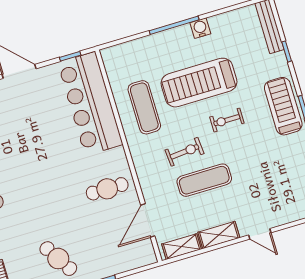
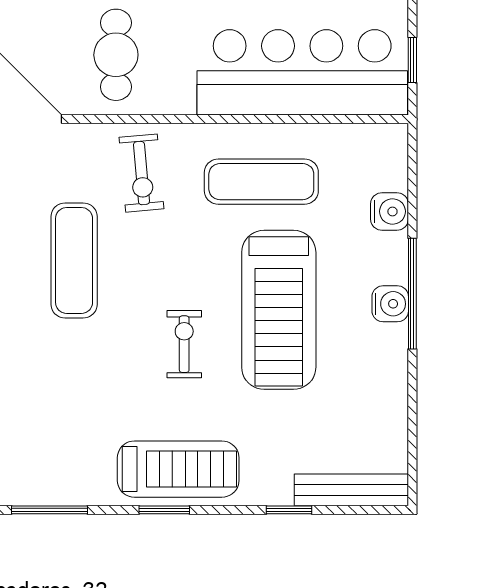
water cooler: (200, 28) -> (390, 304), moved
water cooler: (141, 46) -> (389, 211), added
treadmill: (199, 83) -> (279, 310), turned 180
exercise bike: (184, 152) -> (141, 173), moved

